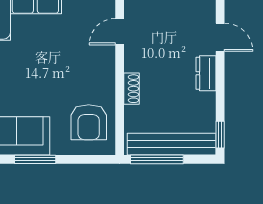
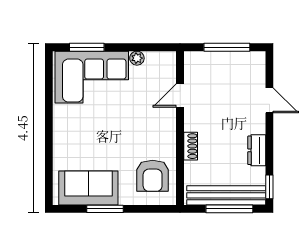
dresser: (206, 73) -> (257, 150), moved
window: (157, 159) -> (229, 209), moved

